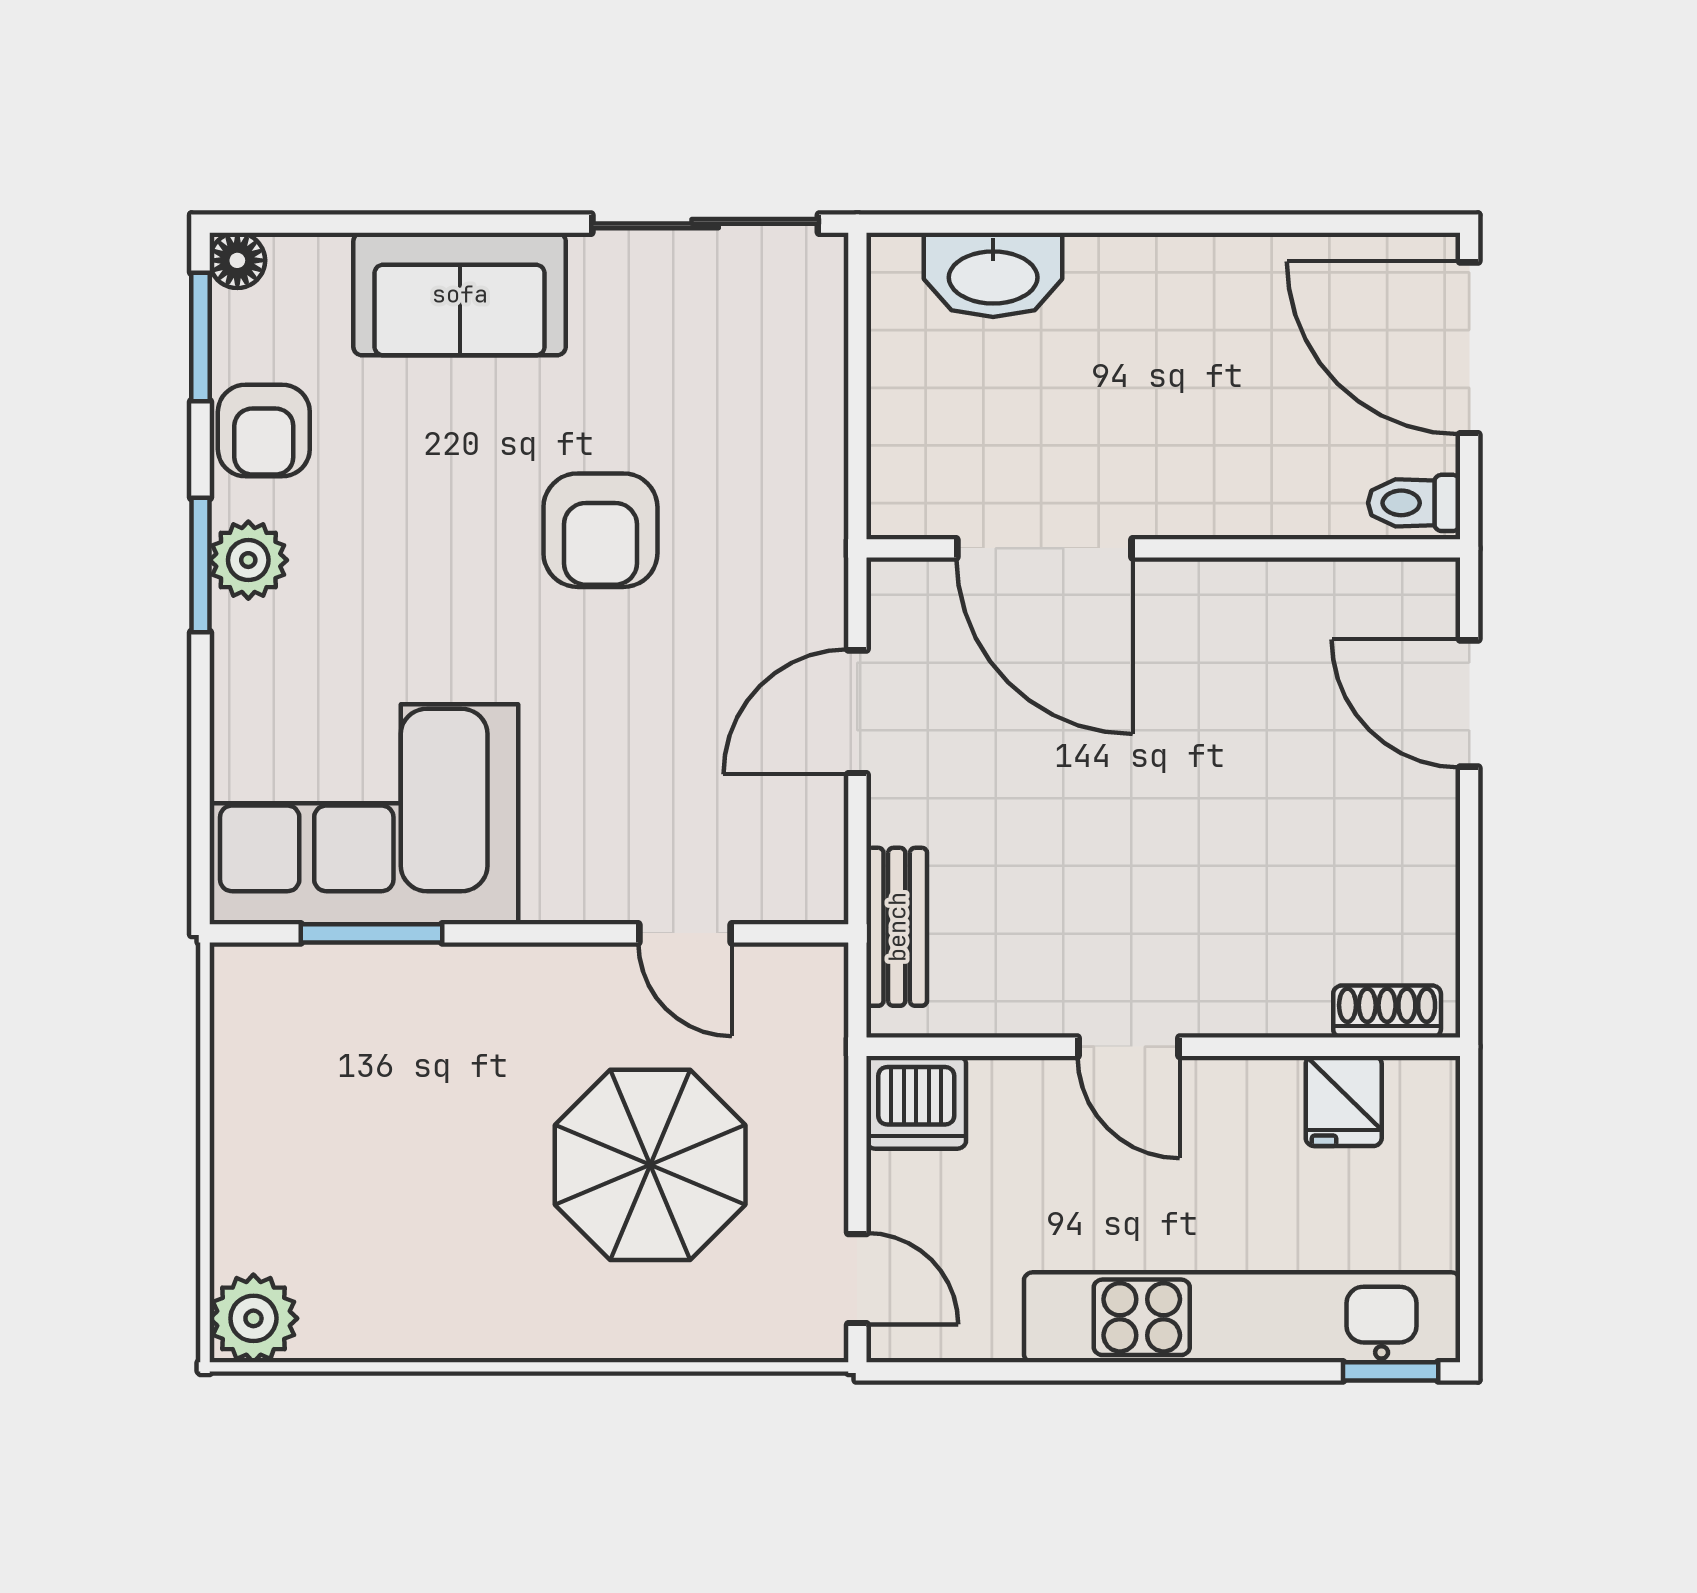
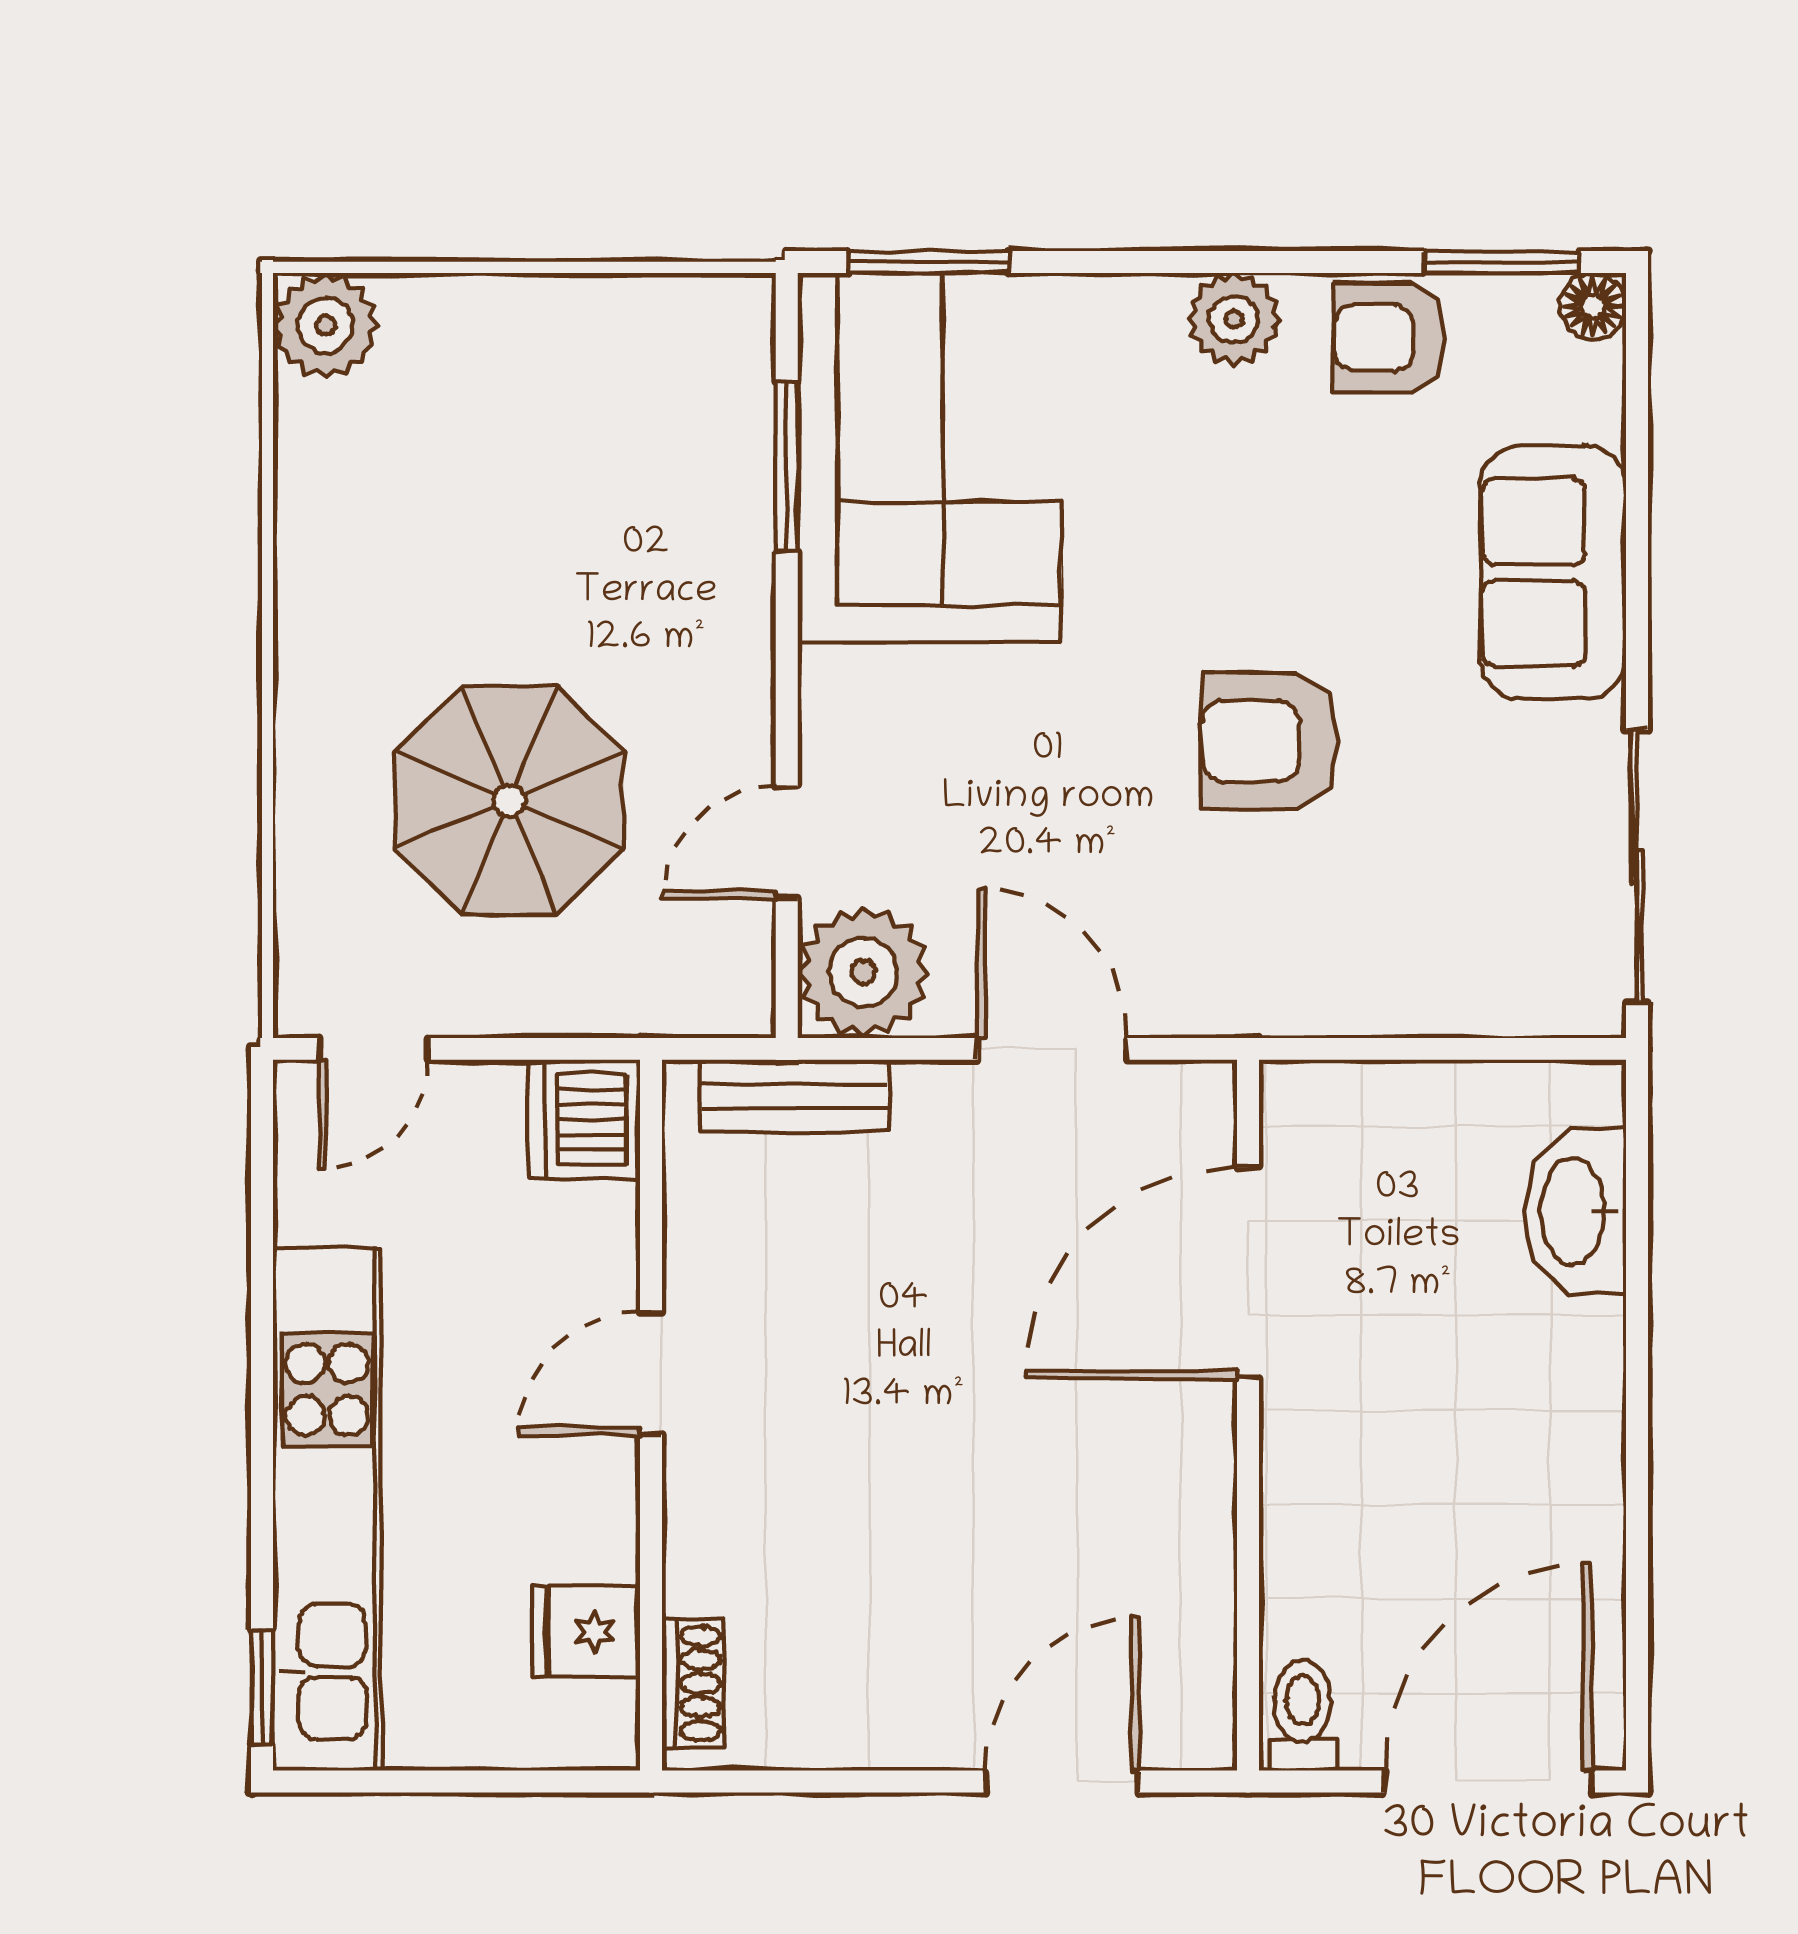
window: (200, 565) -> (929, 262), moved
plant: (793, 869) -> (863, 972), added

